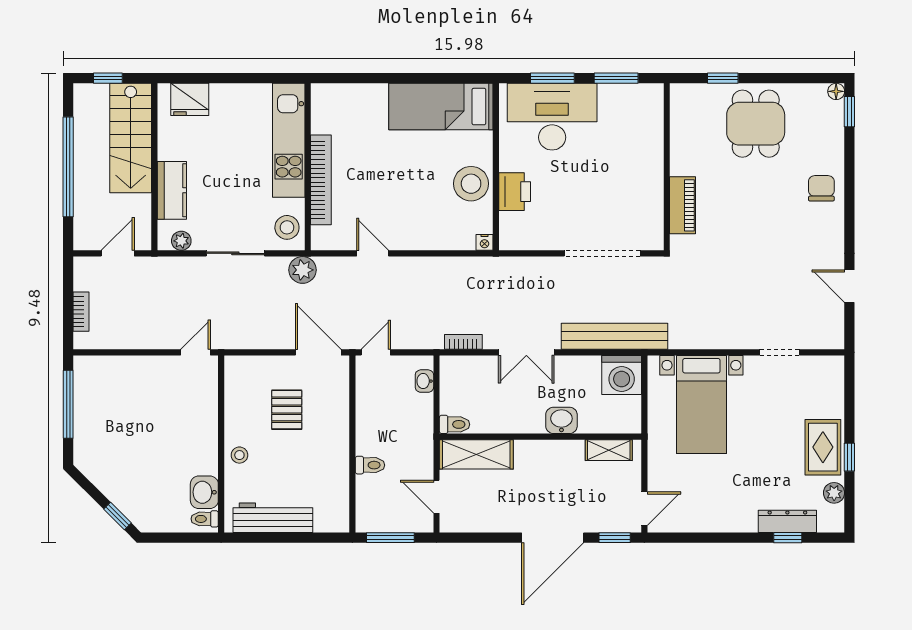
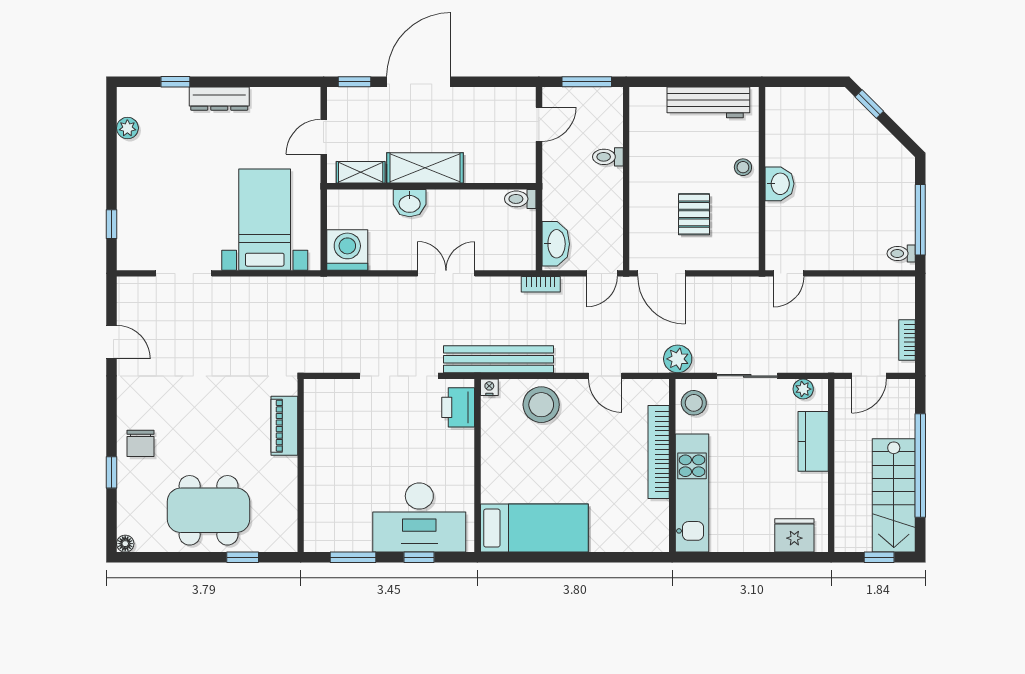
window: (552, 78) -> (419, 557), width x0.67
window: (849, 112) -> (111, 472), moved
dining table: (756, 124) -> (209, 510), width x1.38
stairs: (131, 138) -> (894, 495), moved, turned 180
stool: (471, 184) -> (541, 405), moved
printer: (515, 192) -> (458, 407), moved
doorway: (602, 253) -> (399, 376), moved
bookcase: (81, 312) -> (907, 340), moved
bench: (614, 336) -> (498, 359), moved
bookcase: (463, 342) -> (541, 284), moved
doorway: (780, 352) -> (184, 273), width x1.38
washbasin: (424, 381) -> (556, 244), width x1.91, depth x1.45
rug: (823, 447) -> (139, 175), removed
shelving: (476, 454) -> (425, 168), moved
window: (849, 457) -> (111, 224), moved
washbasin: (204, 492) -> (779, 184), moved
door: (437, 497) -> (539, 124), hinge flipped
door: (644, 509) -> (324, 137), moved
toilet: (205, 519) -> (901, 253), moved, turned 180
dresser: (787, 521) -> (219, 99), moved

